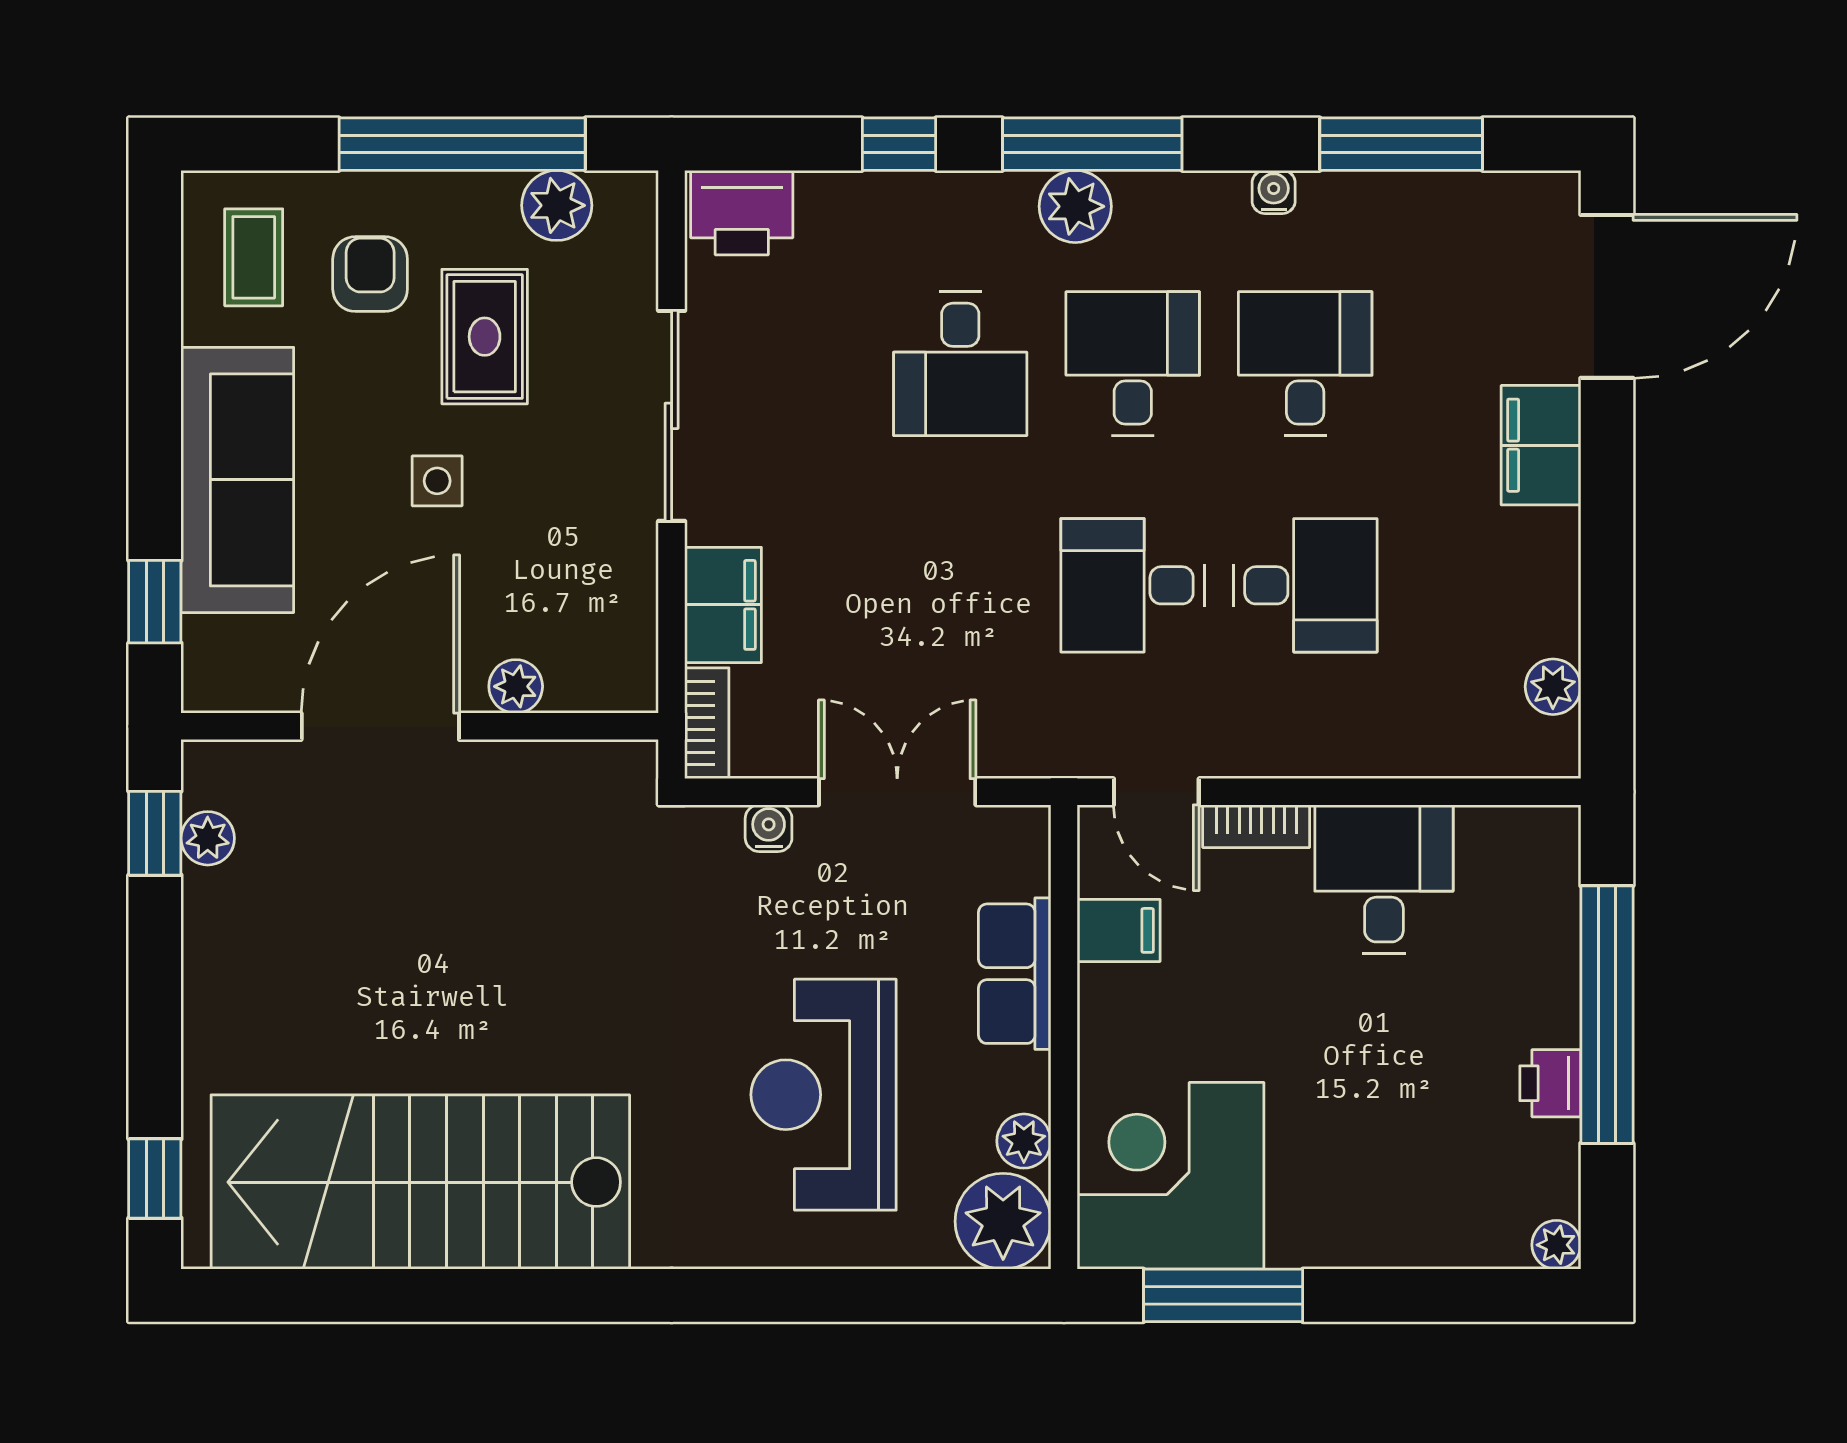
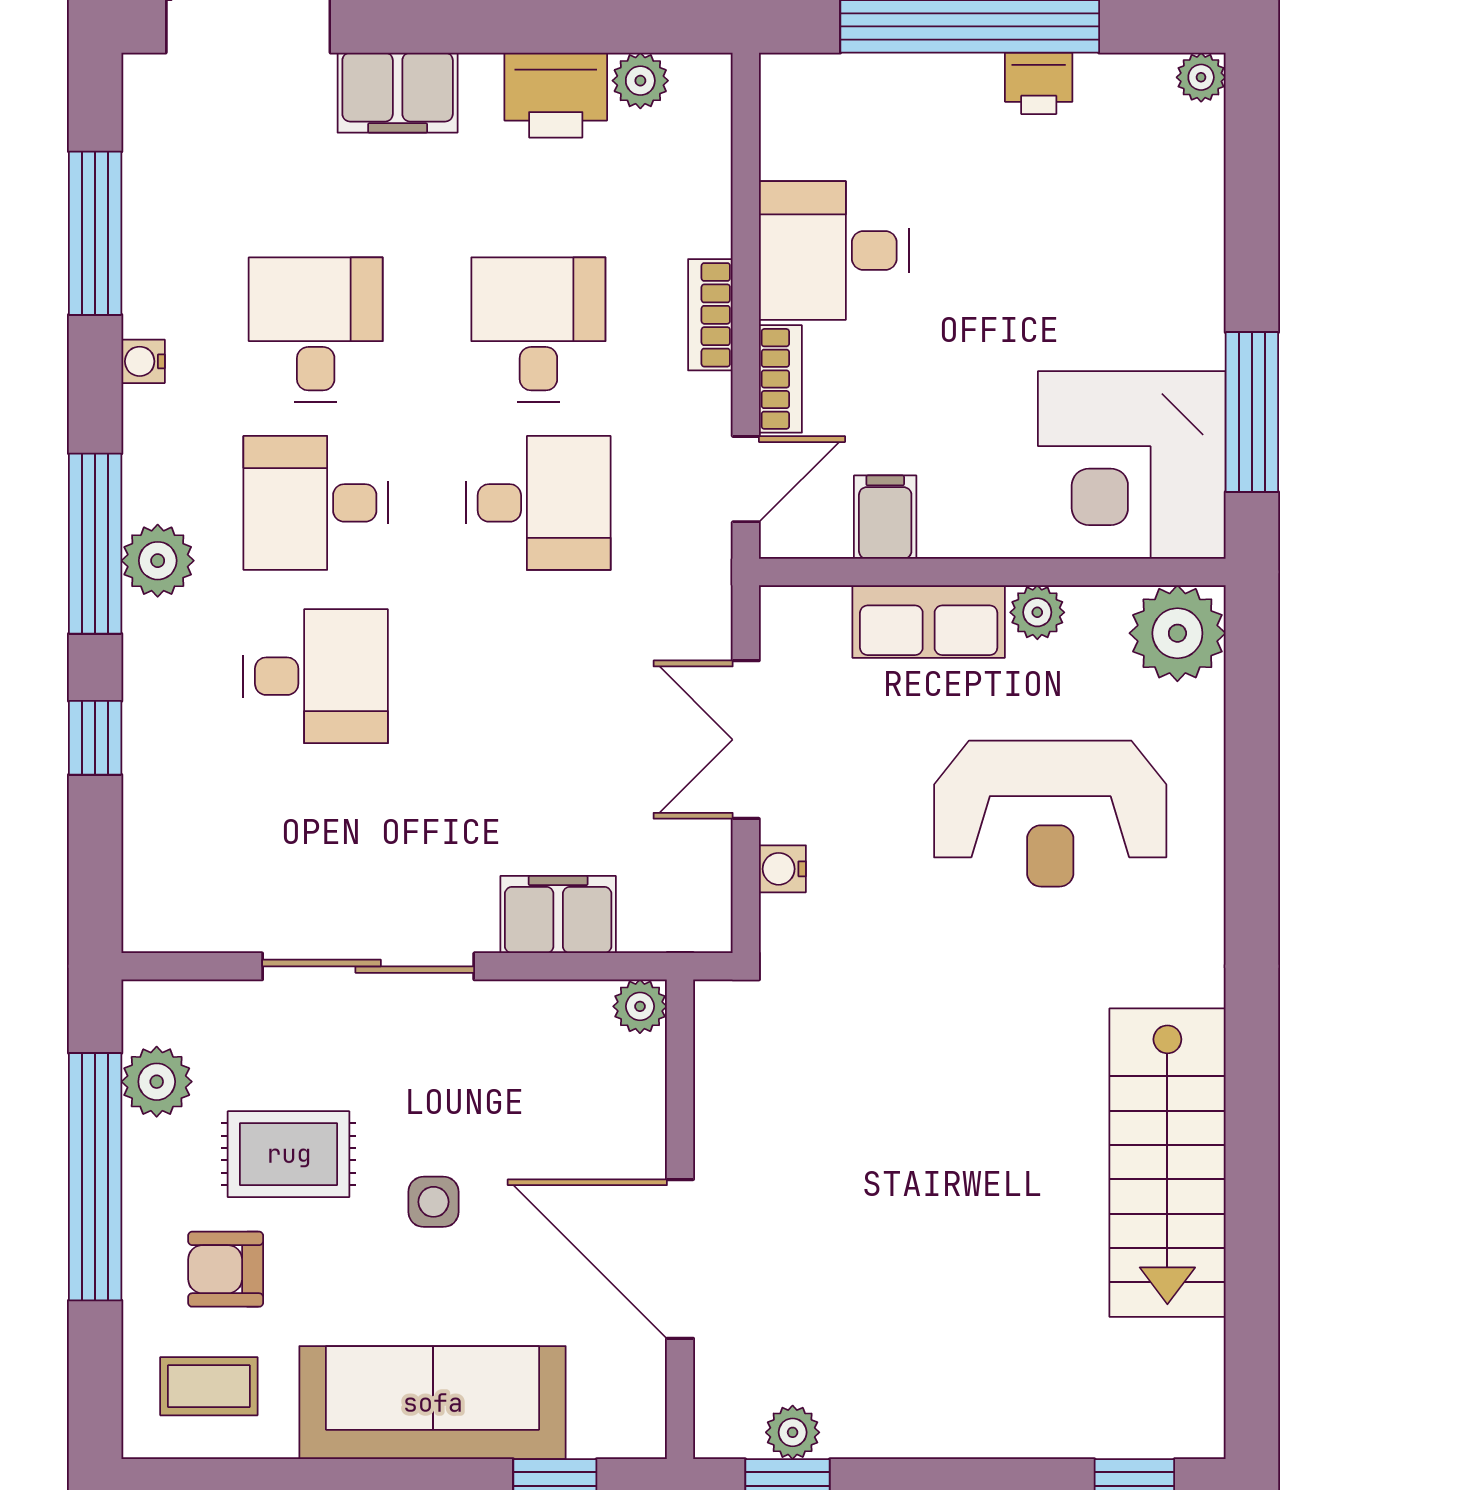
printer: (742, 213) -> (556, 95), moved, turned 90
desk: (1305, 364) -> (316, 330), turned 90
desk: (1133, 585) -> (538, 503), turned -90
plant: (516, 686) -> (640, 1006), moved
bookcase: (707, 723) -> (710, 315), moved, turned -90
plant: (1024, 1141) -> (1037, 612), moved
stairs: (420, 1182) -> (1167, 1163), width x0.73, depth x0.66

